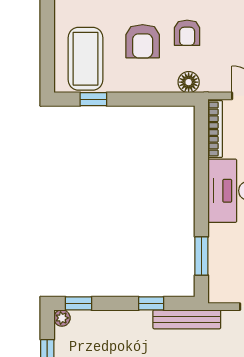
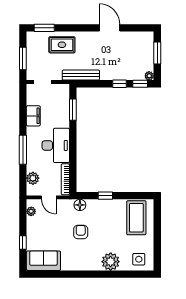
armchair: (143, 41) -> (105, 227), removed
window: (93, 99) -> (105, 196), moved
window: (151, 303) -> (119, 84), moved

